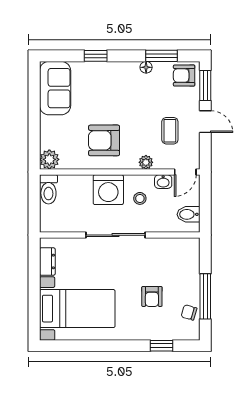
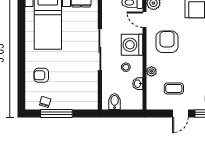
door: (185, 172) -> (145, 20), moved
armchair: (152, 296) -> (41, 75), moved
window: (161, 346) -> (21, 82), removed

